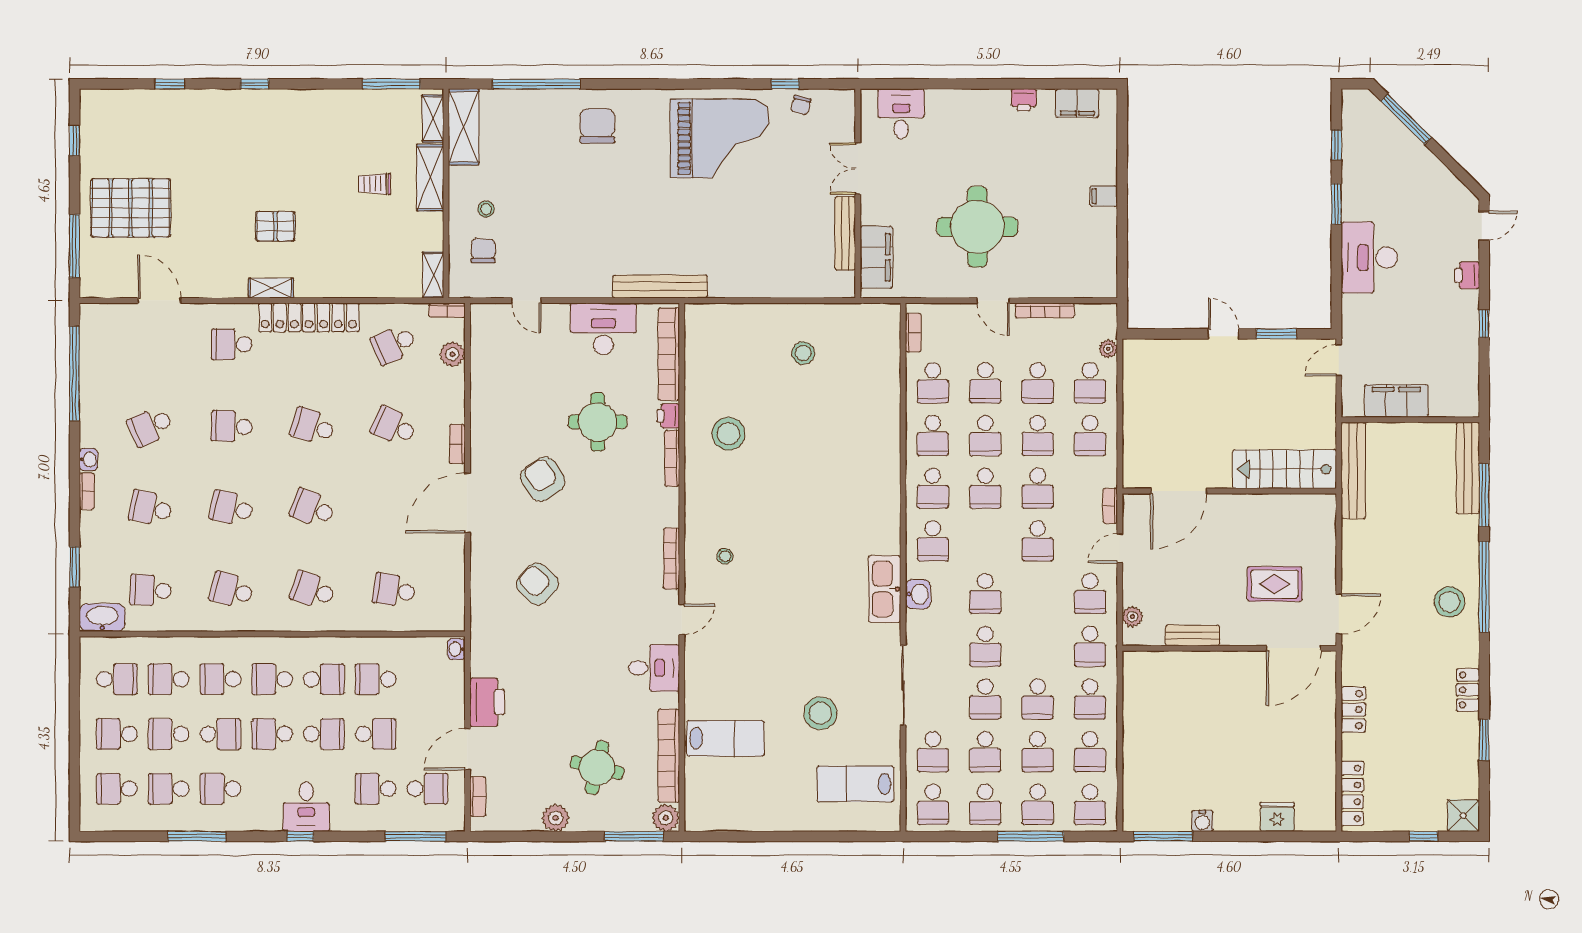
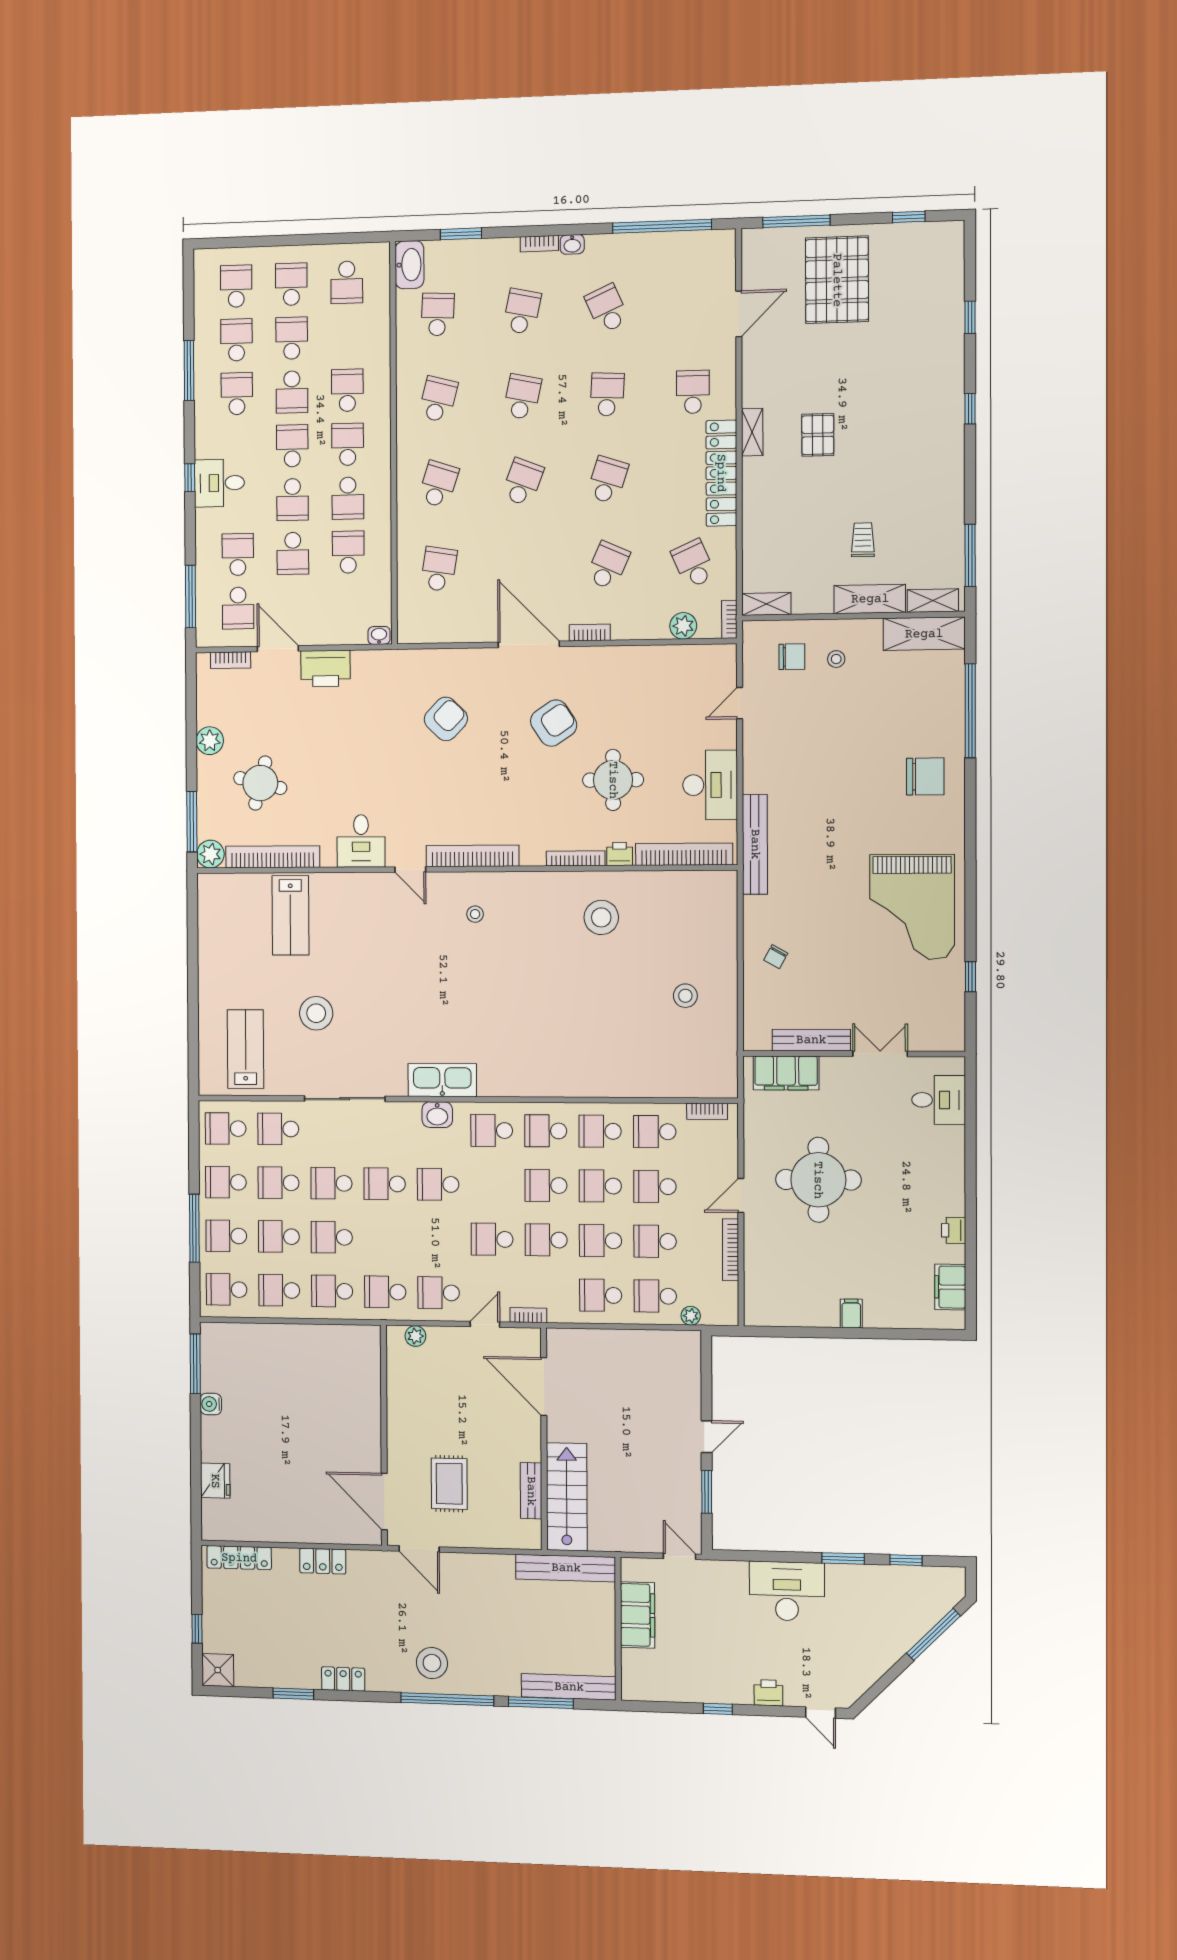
chair: (801, 105) -> (776, 957), moved, turned -75
door: (1120, 548) -> (485, 1324), hinge flipped
bookcase: (671, 558) -> (473, 856), width x1.48, depth x1.31
bench: (1193, 636) -> (531, 1491), moved
school desk: (169, 679) -> (347, 336), removed

